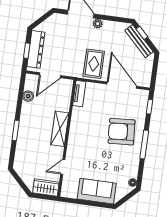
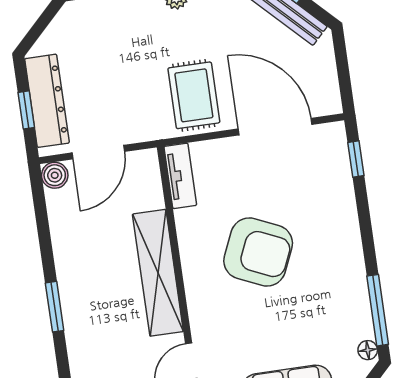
boiler: (28, 96) -> (55, 175), moved
shelving: (60, 129) -> (158, 273), width x1.47
armchair: (122, 132) -> (258, 252), moved, turned -152
window: (144, 144) -> (378, 310), moved

